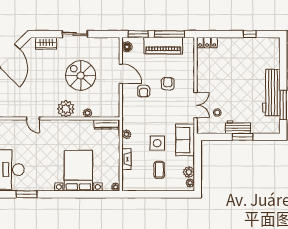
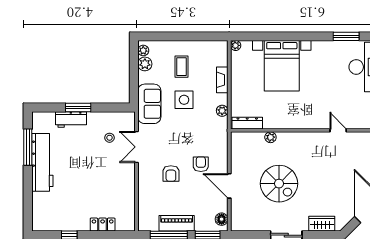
locker: (207, 43) -> (103, 224), moved
piano: (163, 46) -> (177, 223), width x0.73, depth x0.75
plant: (66, 109) -> (297, 142), removed
workbench: (238, 127) -> (71, 119), moved

